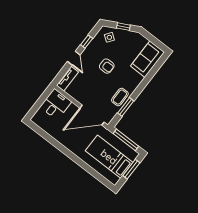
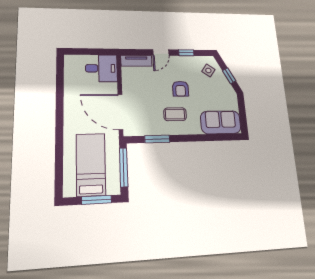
coffee table: (120, 97) -> (175, 114), moved

